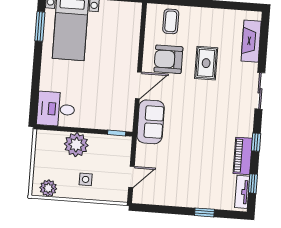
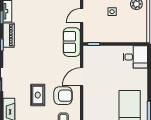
sofa: (151, 122) -> (72, 42), moved
plant: (76, 145) -> (120, 34), removed

